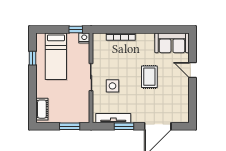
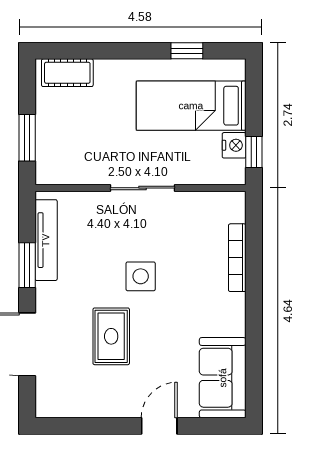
nightstand: (84, 38) -> (234, 145), moved
rug: (149, 77) -> (111, 336), moved, turned 90
side table: (112, 86) -> (141, 276), moved

